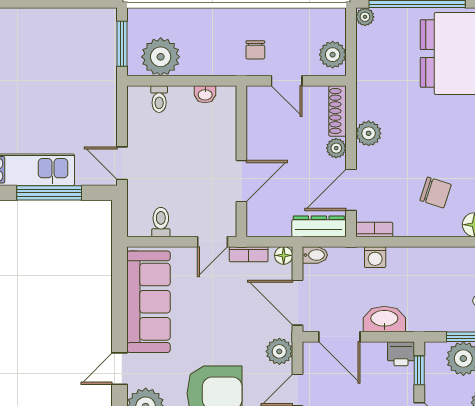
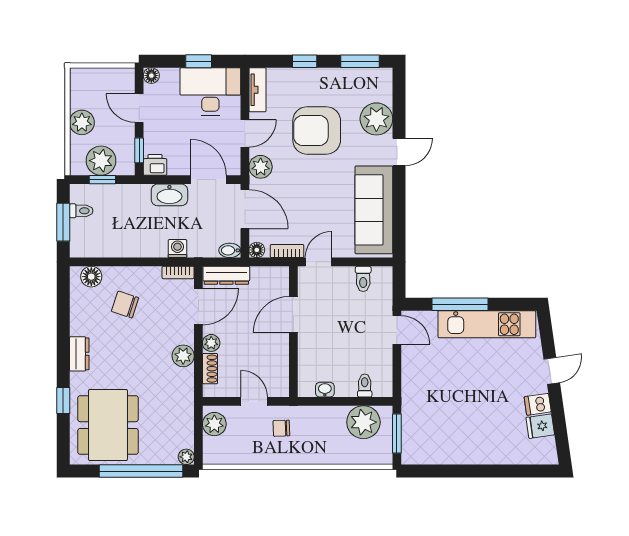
chair: (255, 50) -> (281, 428), turned -92
shoe rack: (338, 111) -> (210, 369), width x0.70

